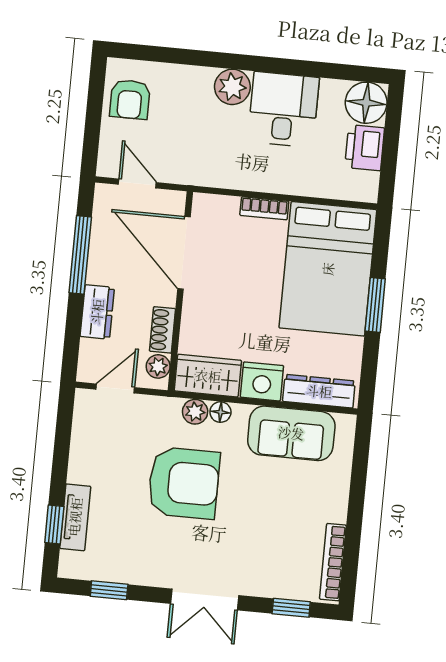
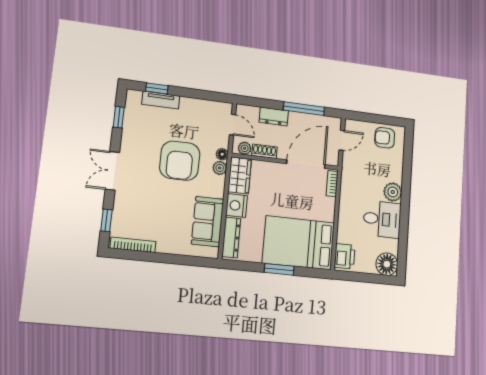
printer: (365, 148) -> (345, 256), moved, turned 90
bookcase: (264, 208) -> (332, 184), moved
floor lamp: (220, 412) -> (222, 154), moved

